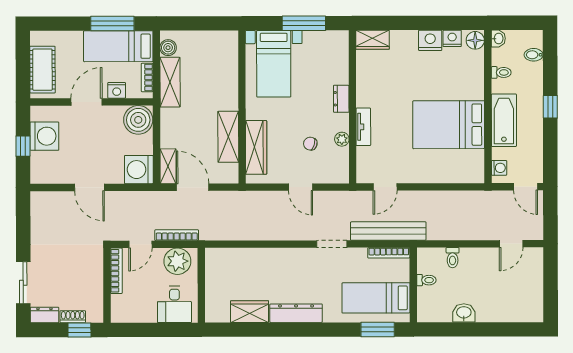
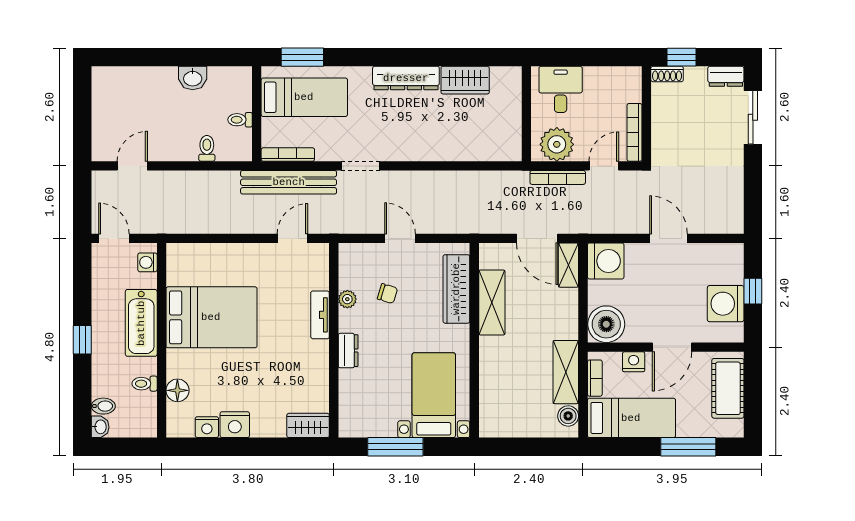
window: (112, 24) -> (688, 447), moved
washbasin: (498, 38) -> (100, 427), moved, turned 180
floor lamp: (475, 40) -> (177, 390), moved
shoe rack: (73, 317) -> (667, 74), moved

